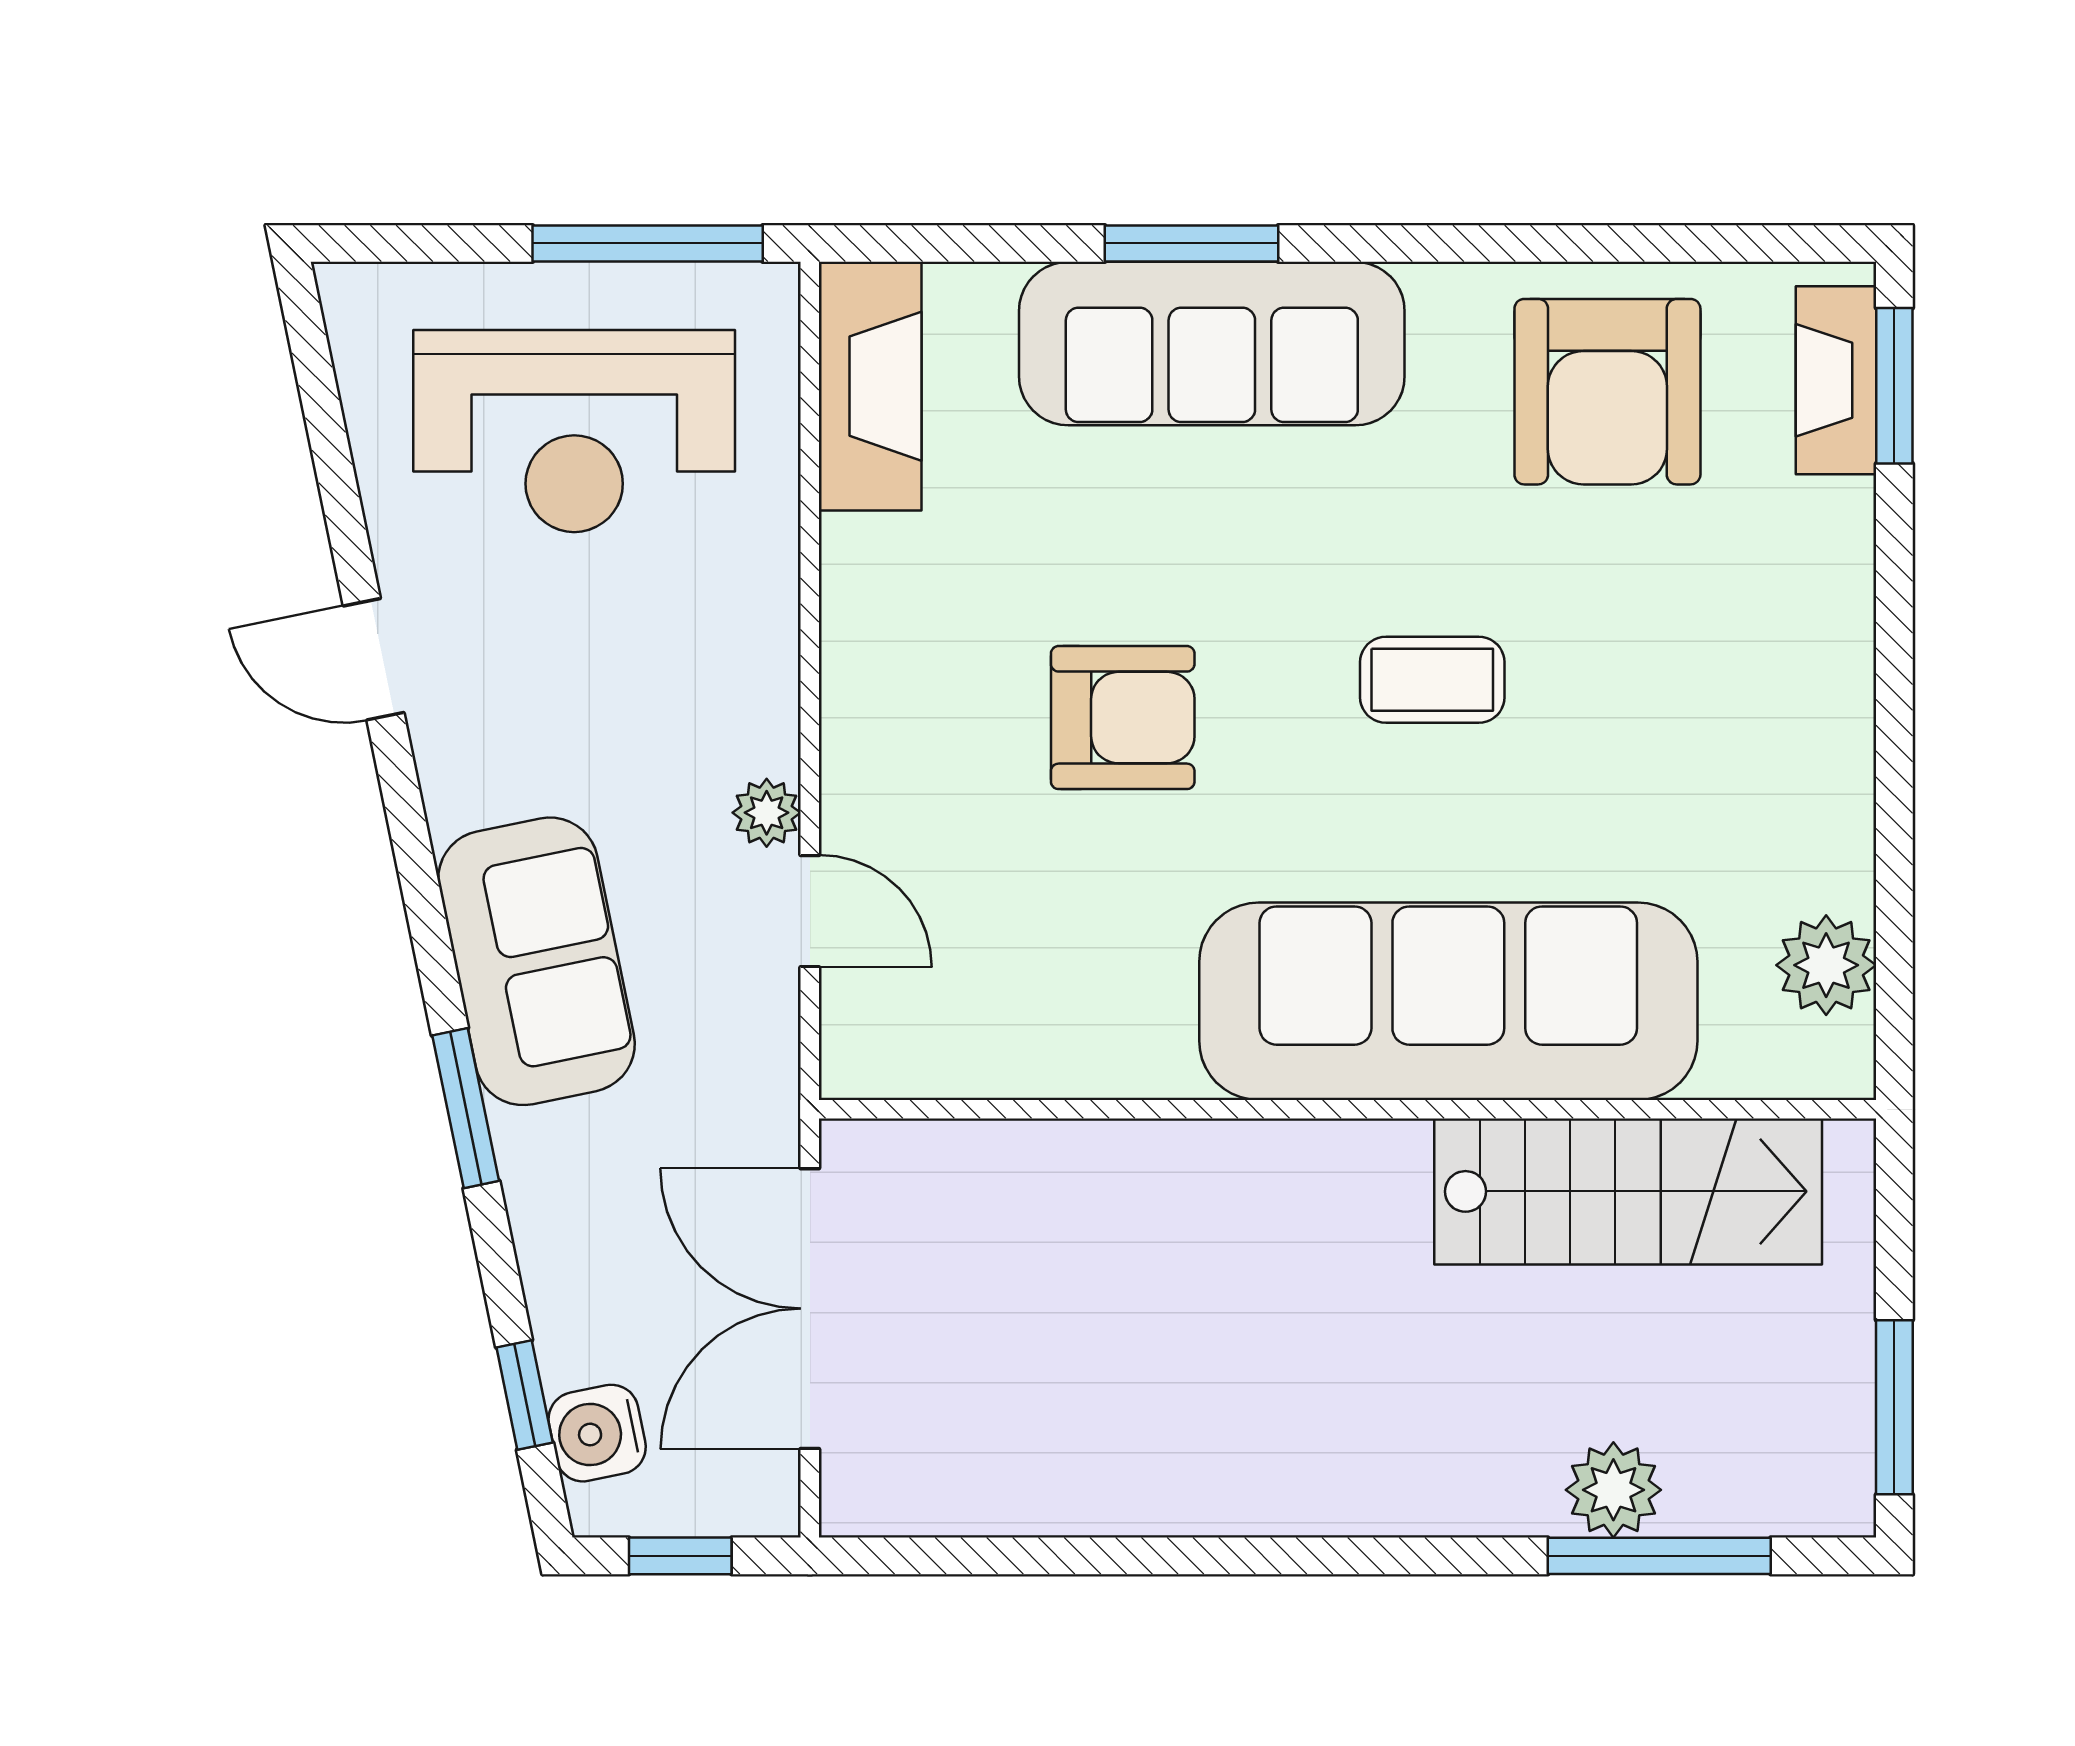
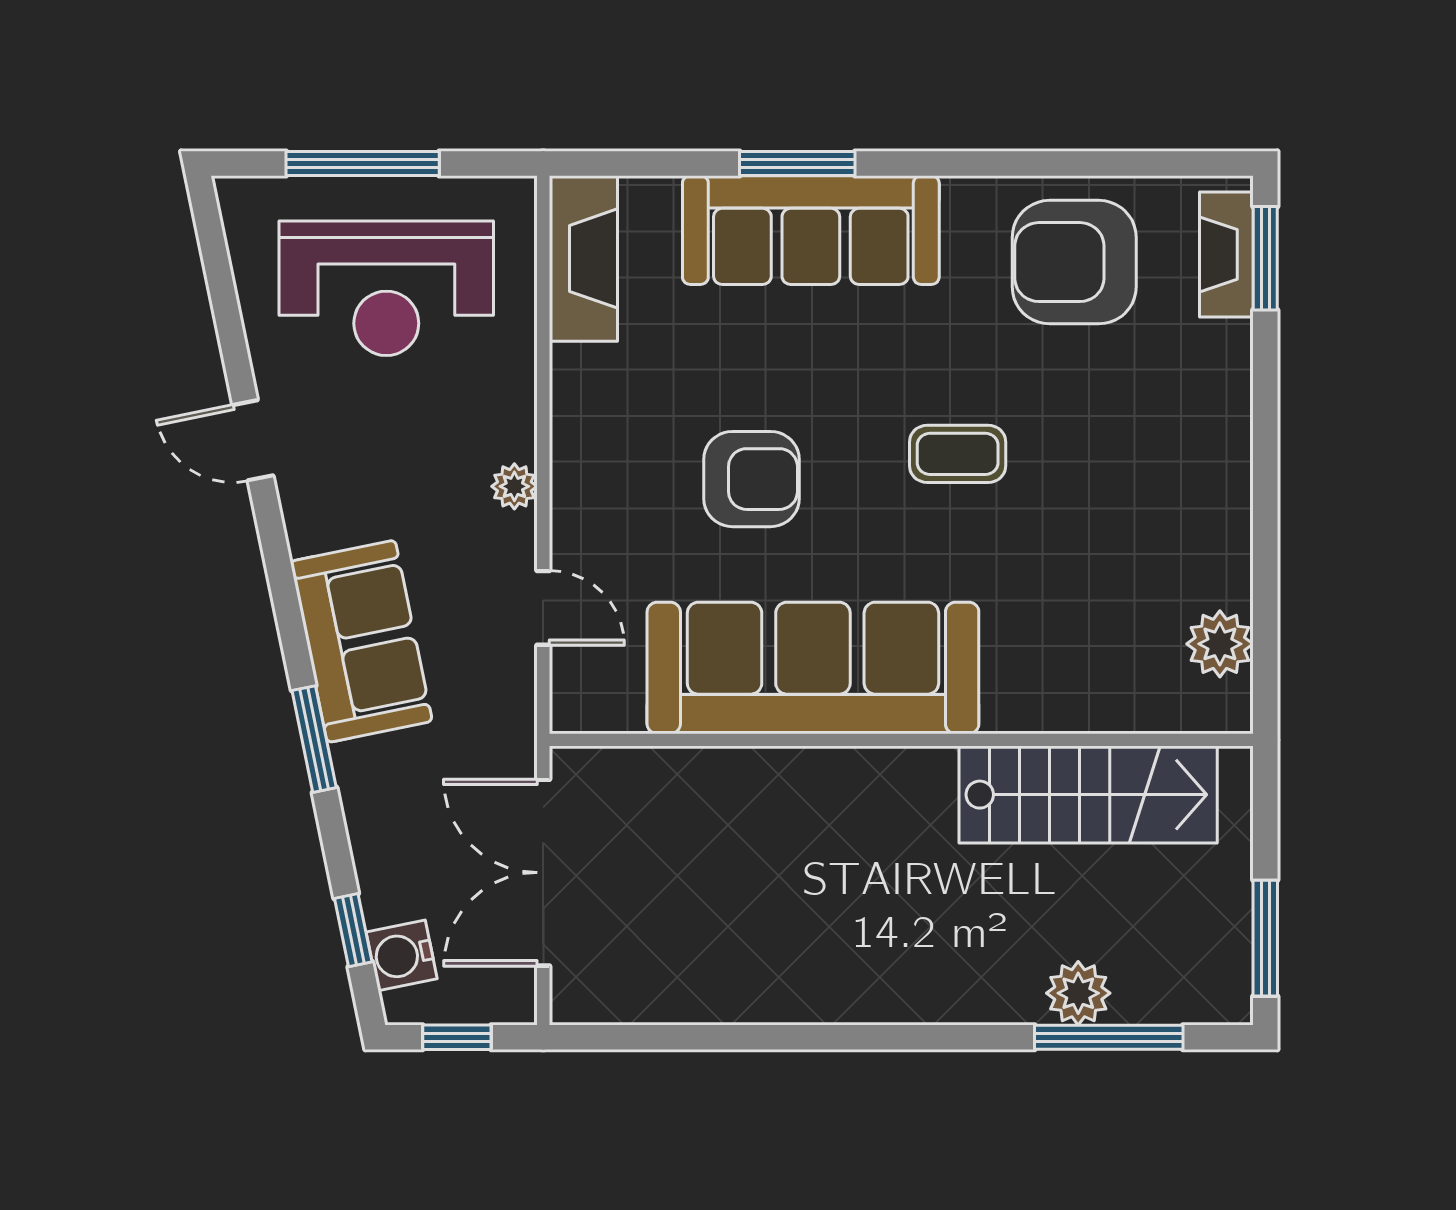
window: (648, 243) -> (363, 163), moved
armchair: (1607, 392) -> (1074, 262), turned 90
plant: (767, 813) -> (514, 486), moved
sofa: (1448, 1001) -> (813, 668), moved

